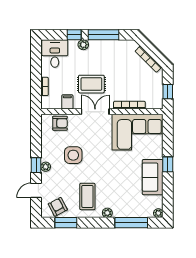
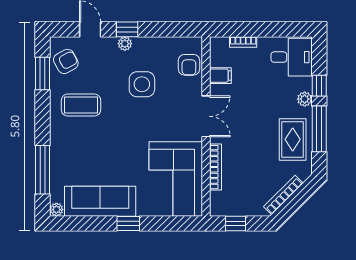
rug: (91, 84) -> (293, 139), moved
sofa: (153, 177) -> (100, 201), width x1.36
plant: (107, 213) -> (57, 135), removed

